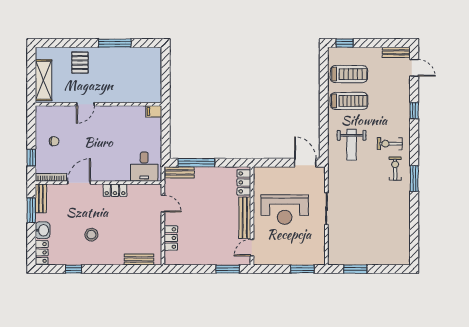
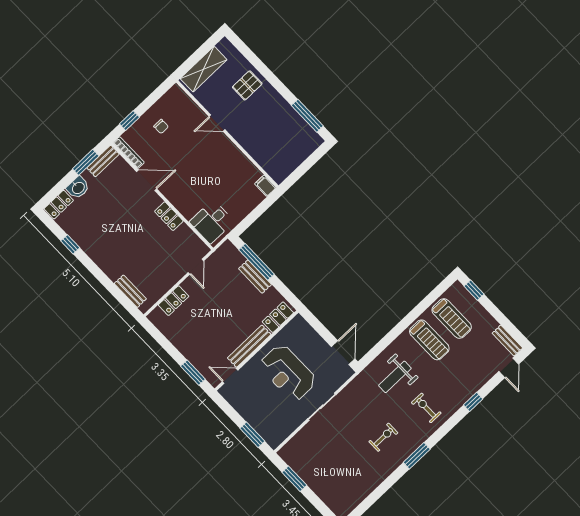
window: (115, 43) -> (307, 116), moved
exercise bike: (395, 169) -> (383, 437), moved
bench: (179, 172) -> (255, 277), moved
stool: (91, 235) -> (113, 232), removed

